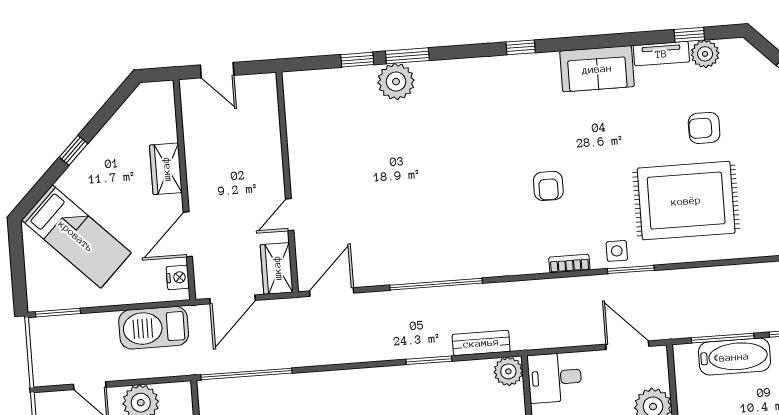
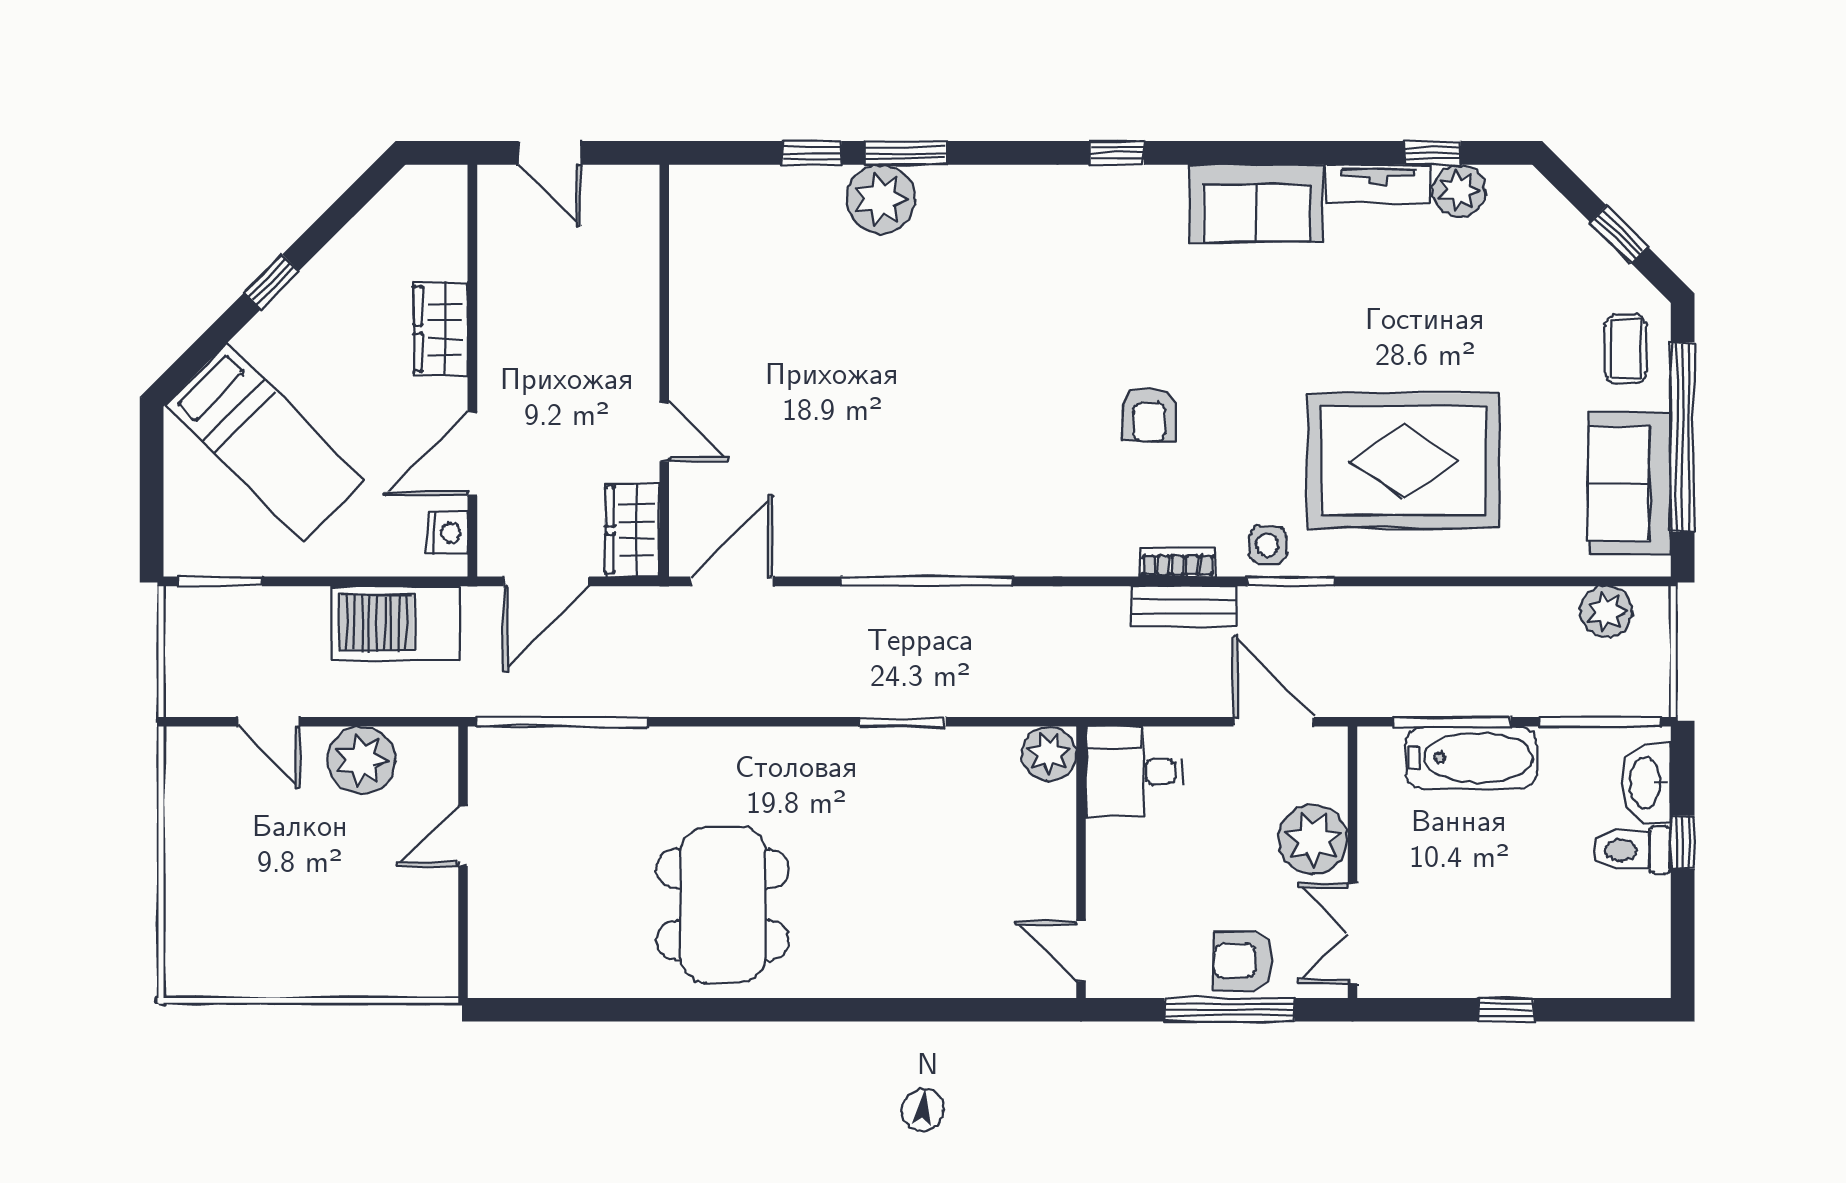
armchair: (704, 128) -> (1447, 328), removed
door: (290, 215) -> (664, 432), swing flipped
bench: (481, 343) -> (1184, 606), moved

